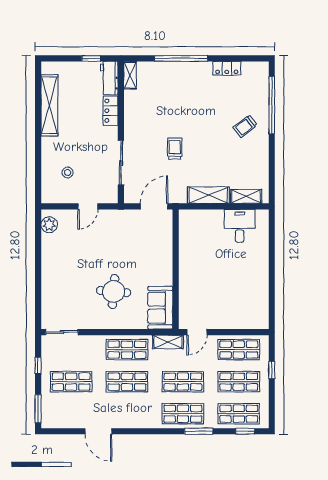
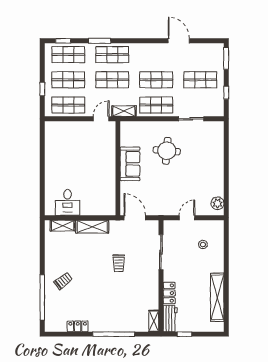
door: (154, 206) -> (135, 218), swing flipped
sofa: (160, 308) -> (130, 164), moved
sliding door: (62, 332) -> (191, 119), moved

